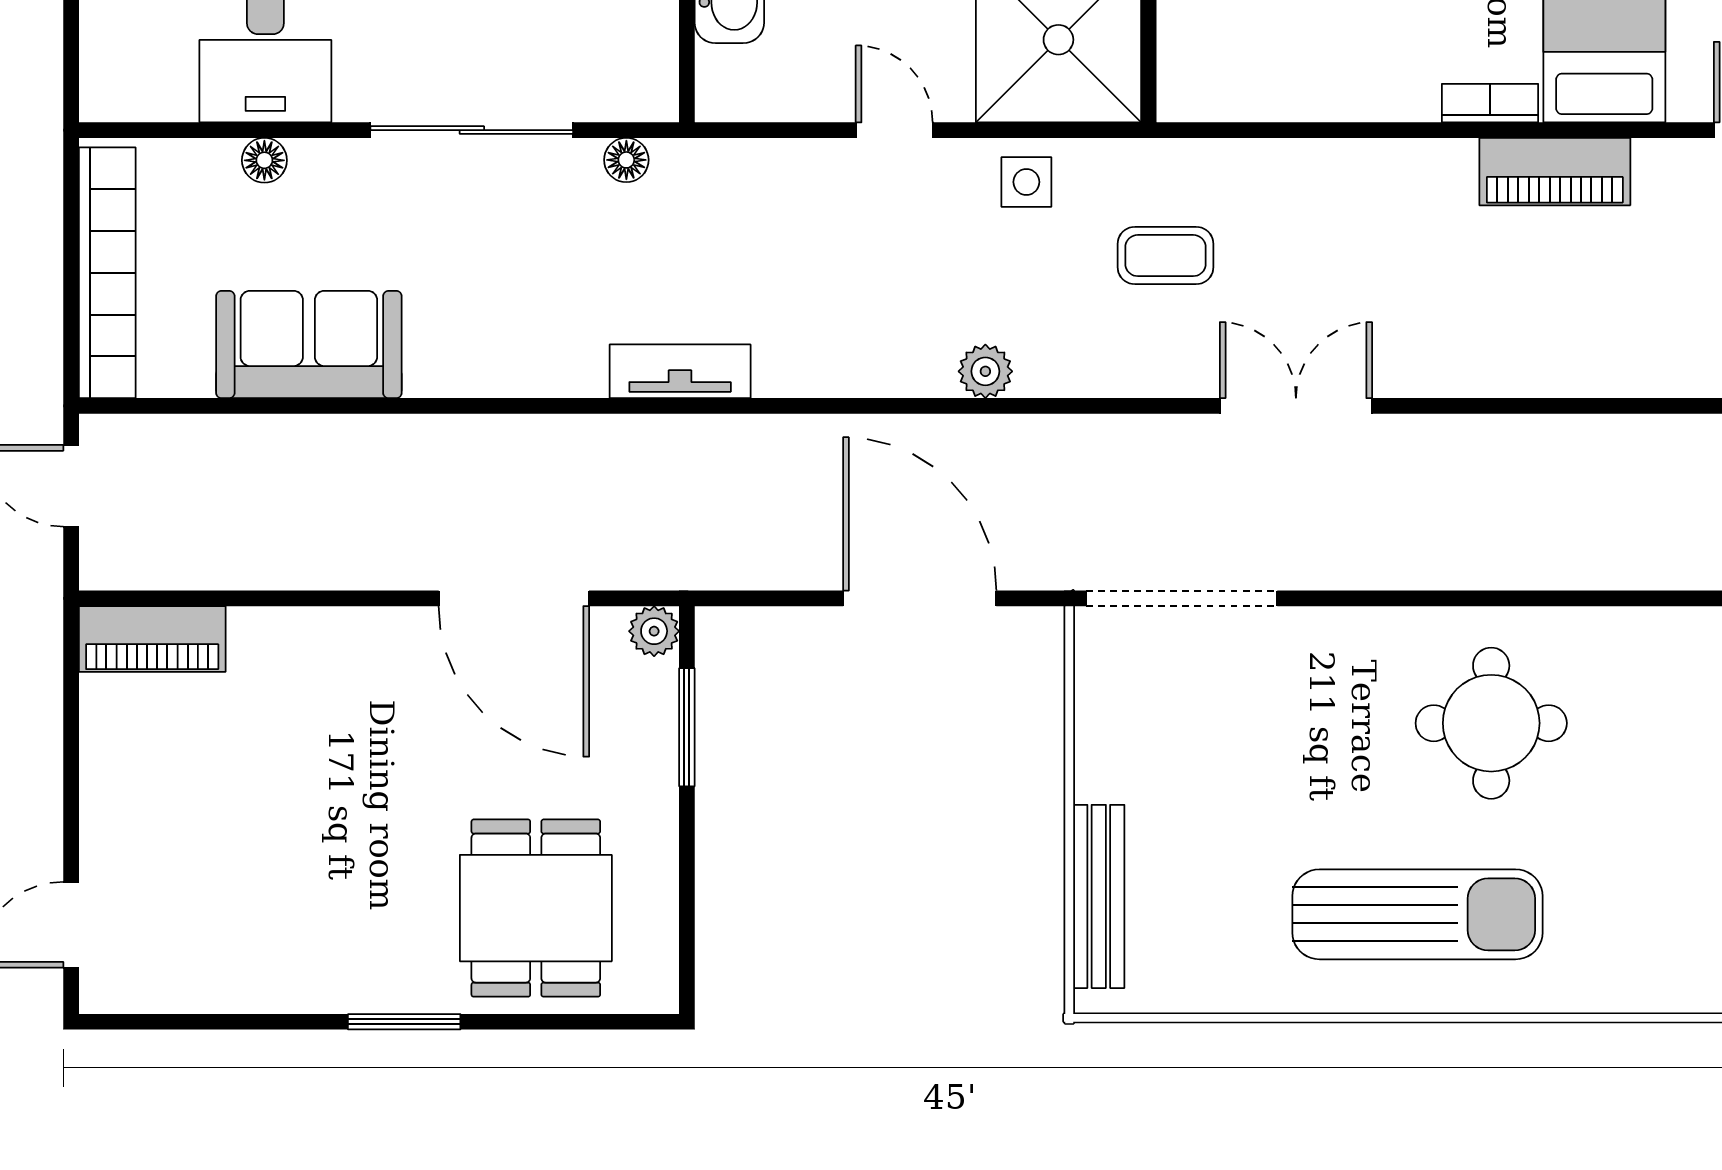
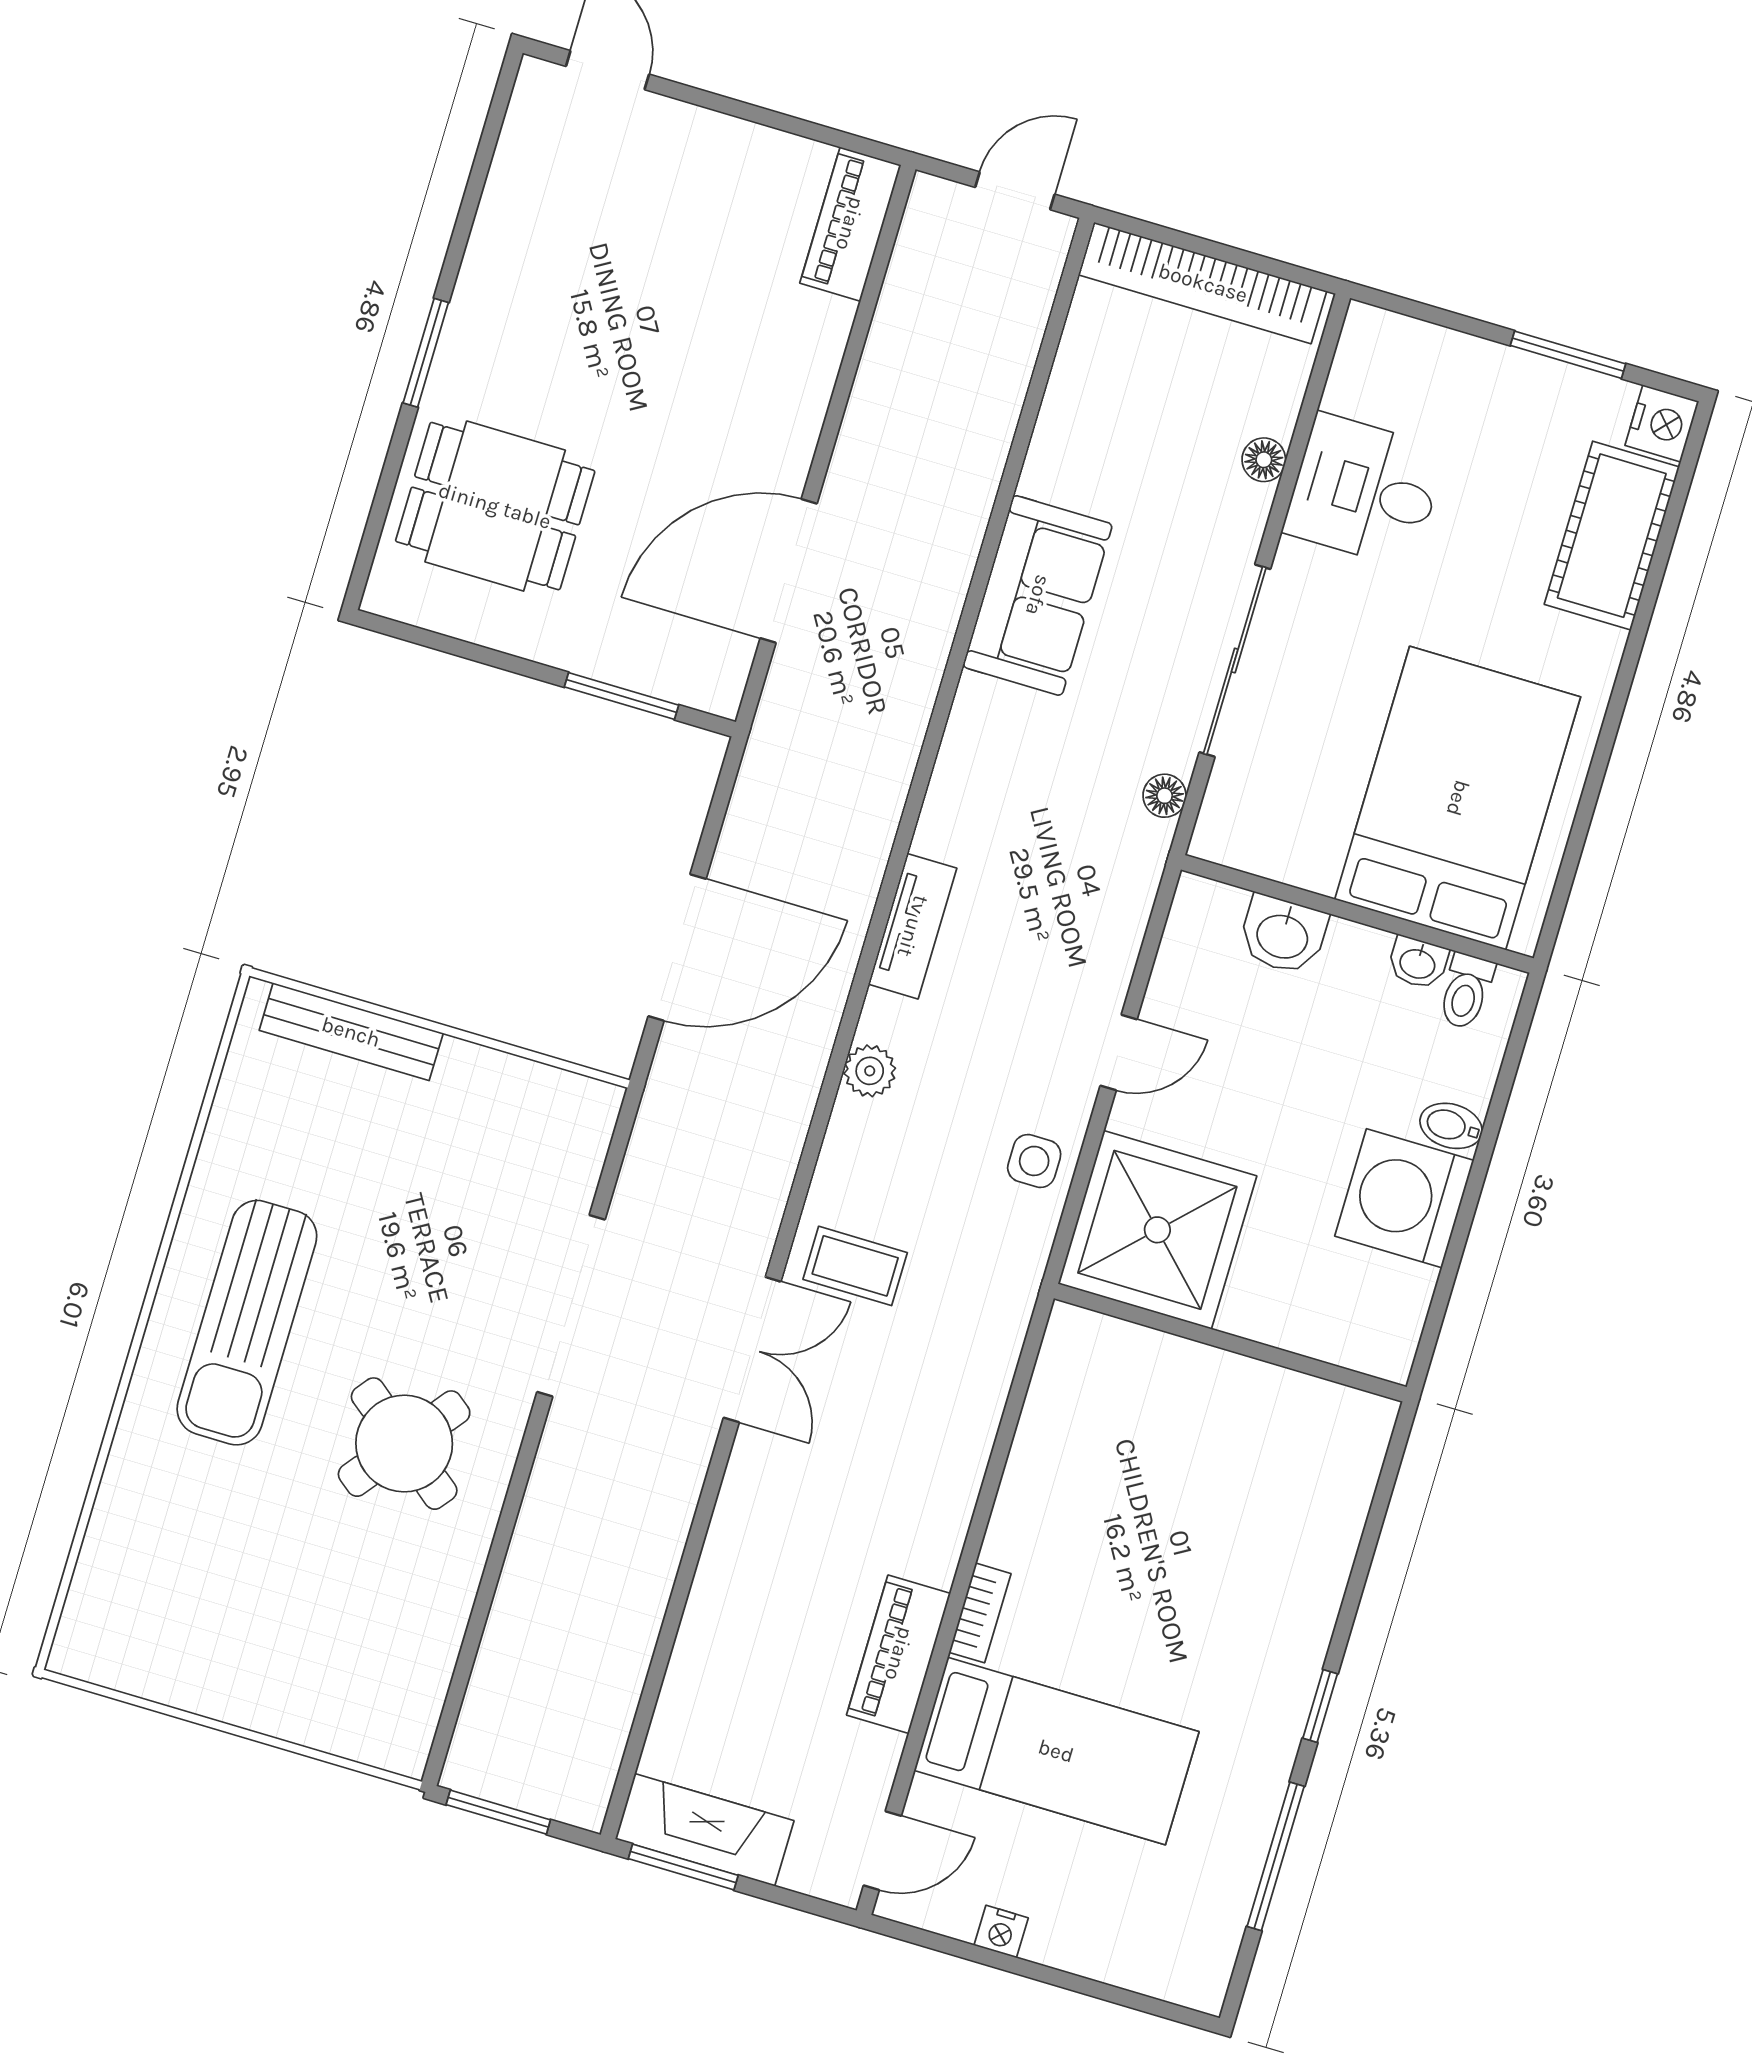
coffee table: (1166, 256) -> (855, 1266), moved, turned 90
sofa: (309, 345) -> (1038, 595), moved
tv unit: (680, 371) -> (913, 926), moved
doorway: (1182, 598) -> (571, 1306), moved
plant: (654, 631) -> (720, 692), removed
round table: (1491, 723) -> (404, 1444), turned 38

